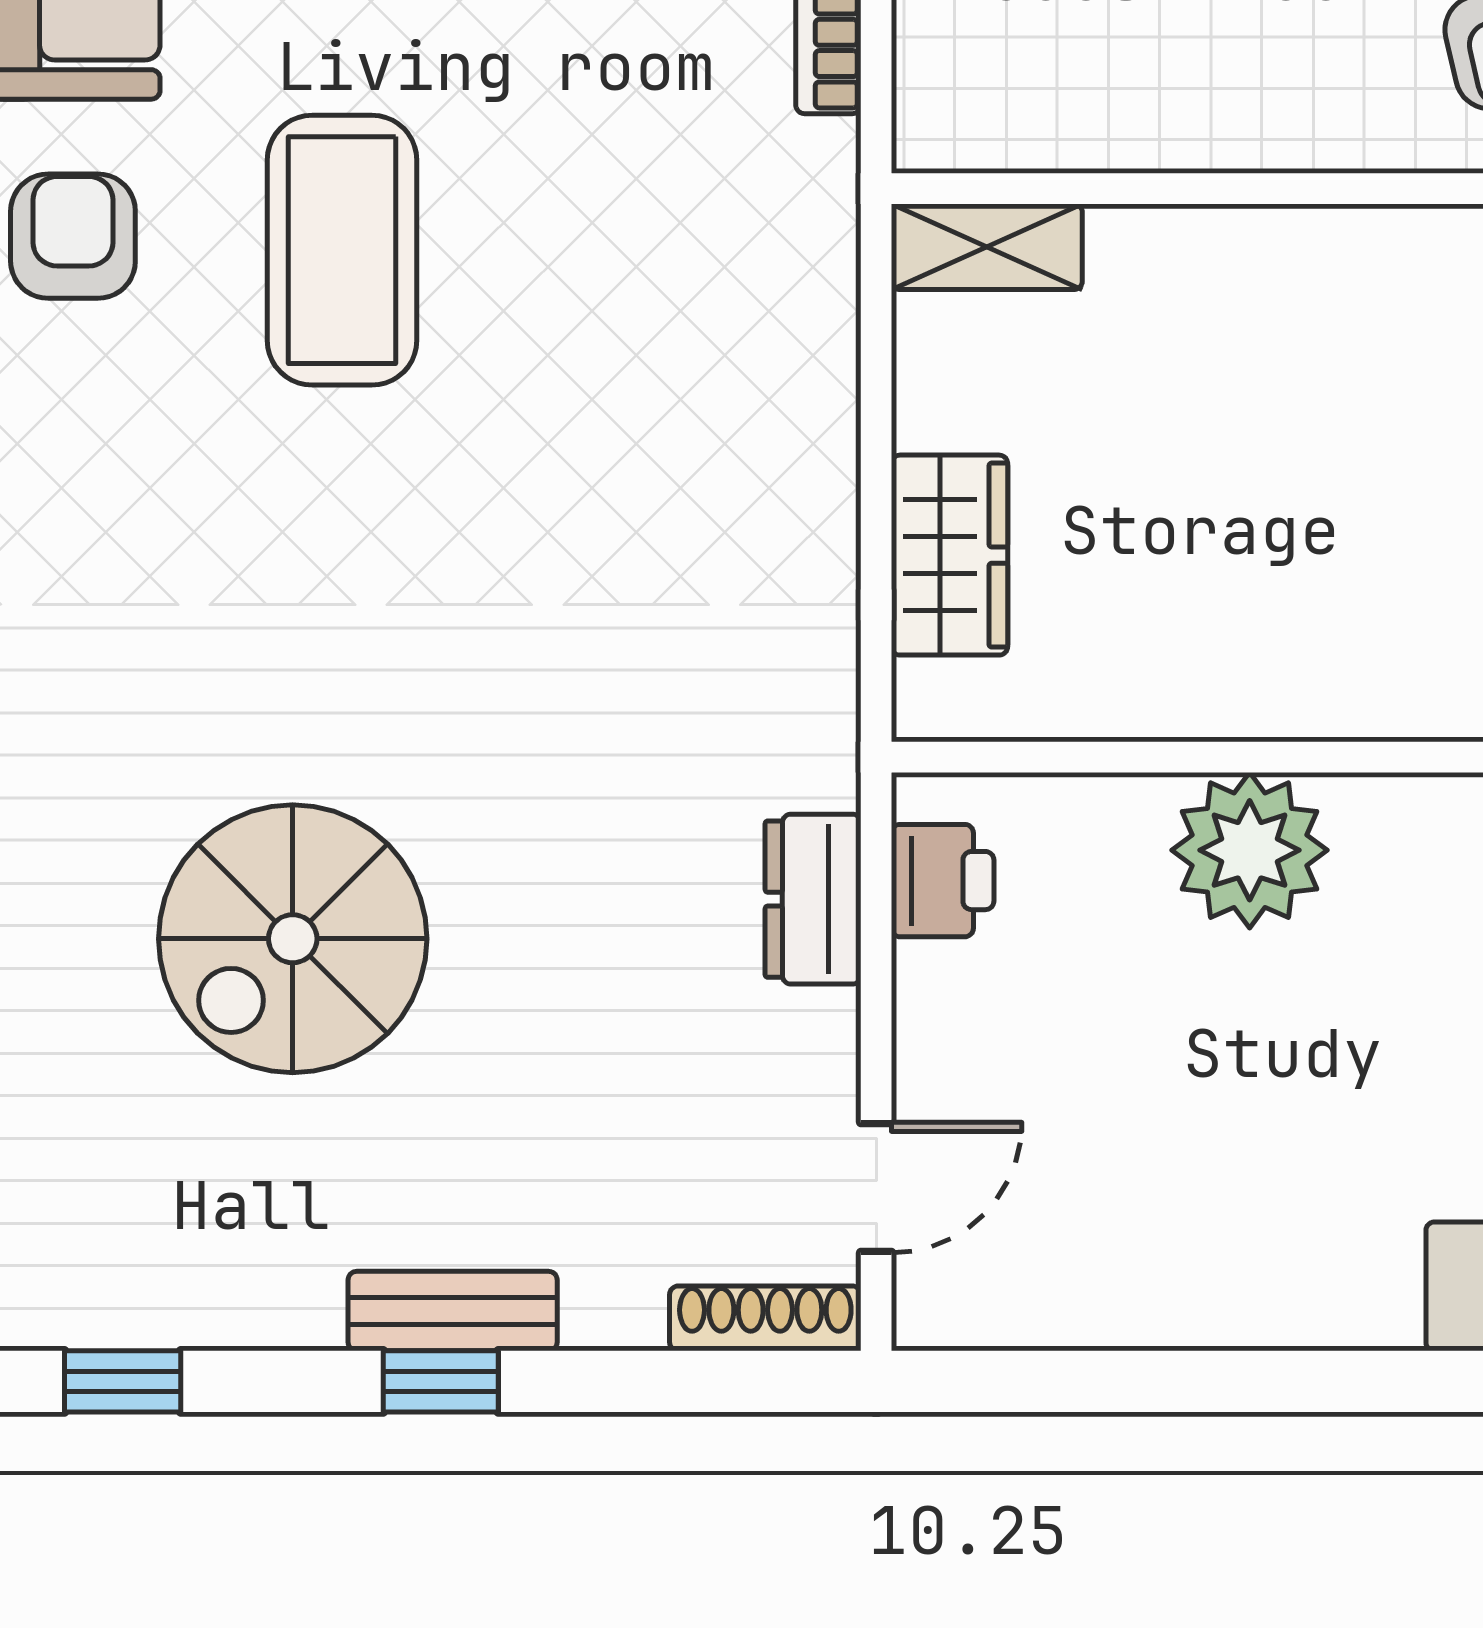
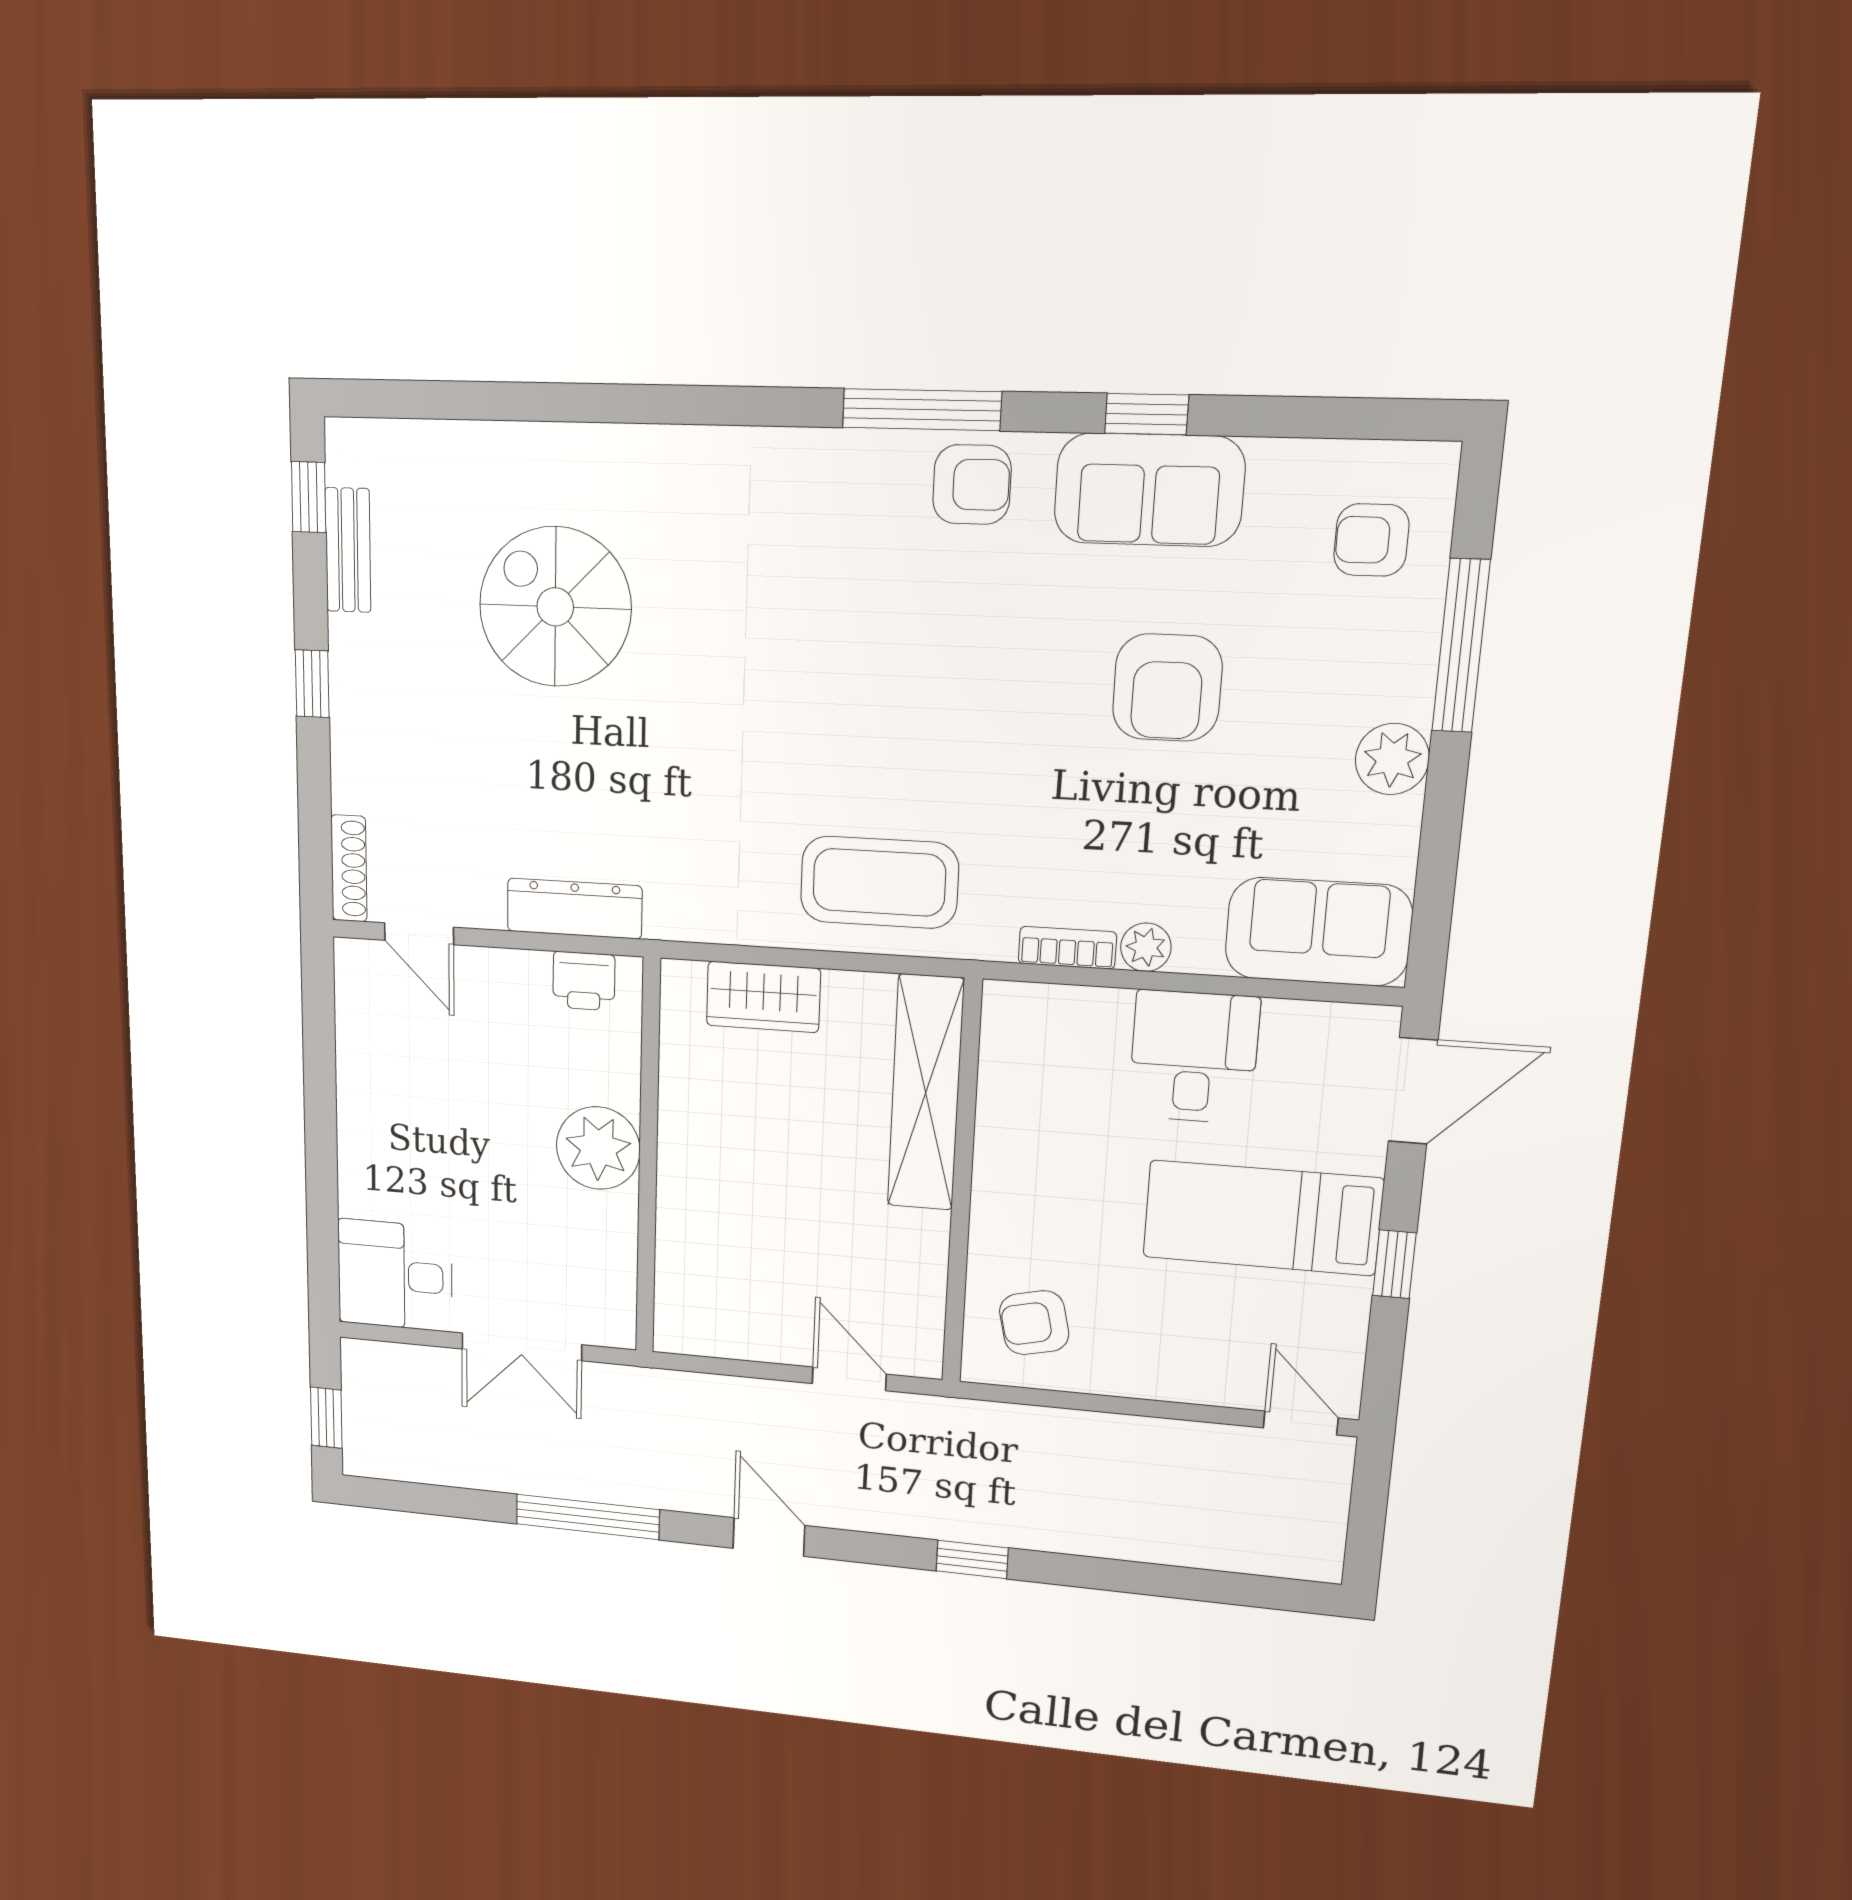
shelving: (987, 247) -> (926, 1093), width x2.20, depth x1.33
coffee table: (342, 250) -> (879, 882), moved
dresser: (813, 899) -> (575, 909), width x1.44
bench: (453, 1311) -> (348, 550), moved

